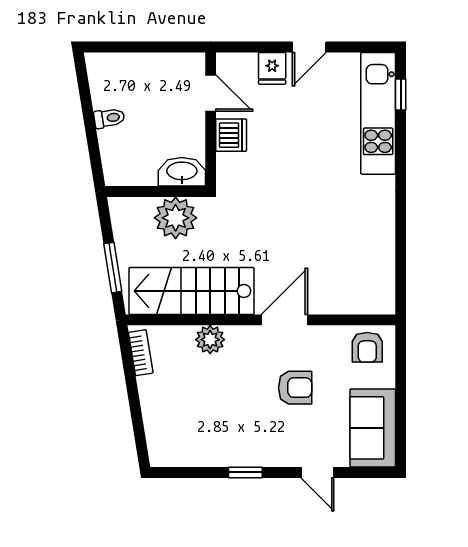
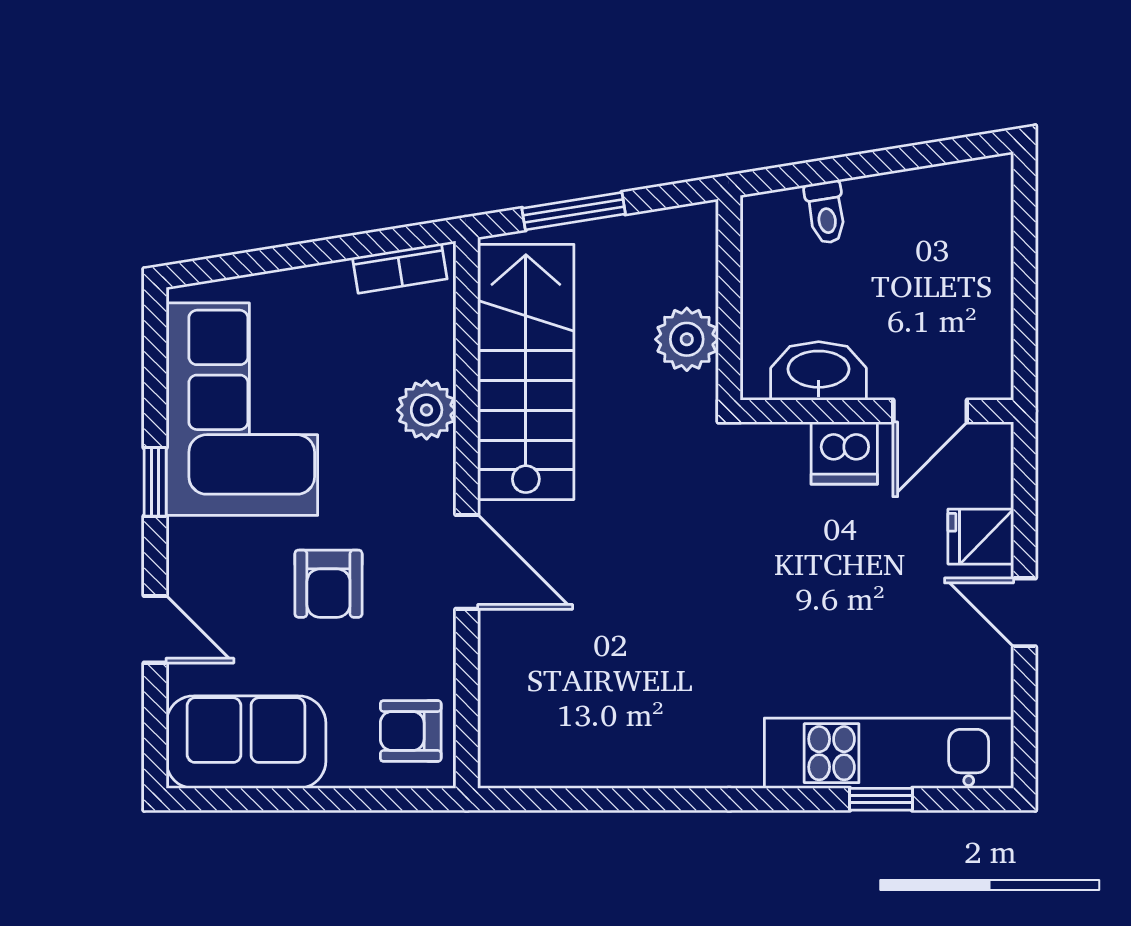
window: (401, 95) -> (881, 799), moved
toilet: (109, 118) -> (826, 212), moved
washbasin: (182, 172) -> (819, 371), moved, turned -90
plant: (176, 218) -> (687, 339), width x0.73, depth x0.73
corner sofa: (210, 430) -> (242, 409), added
door: (317, 472) -> (155, 629), swing flipped

